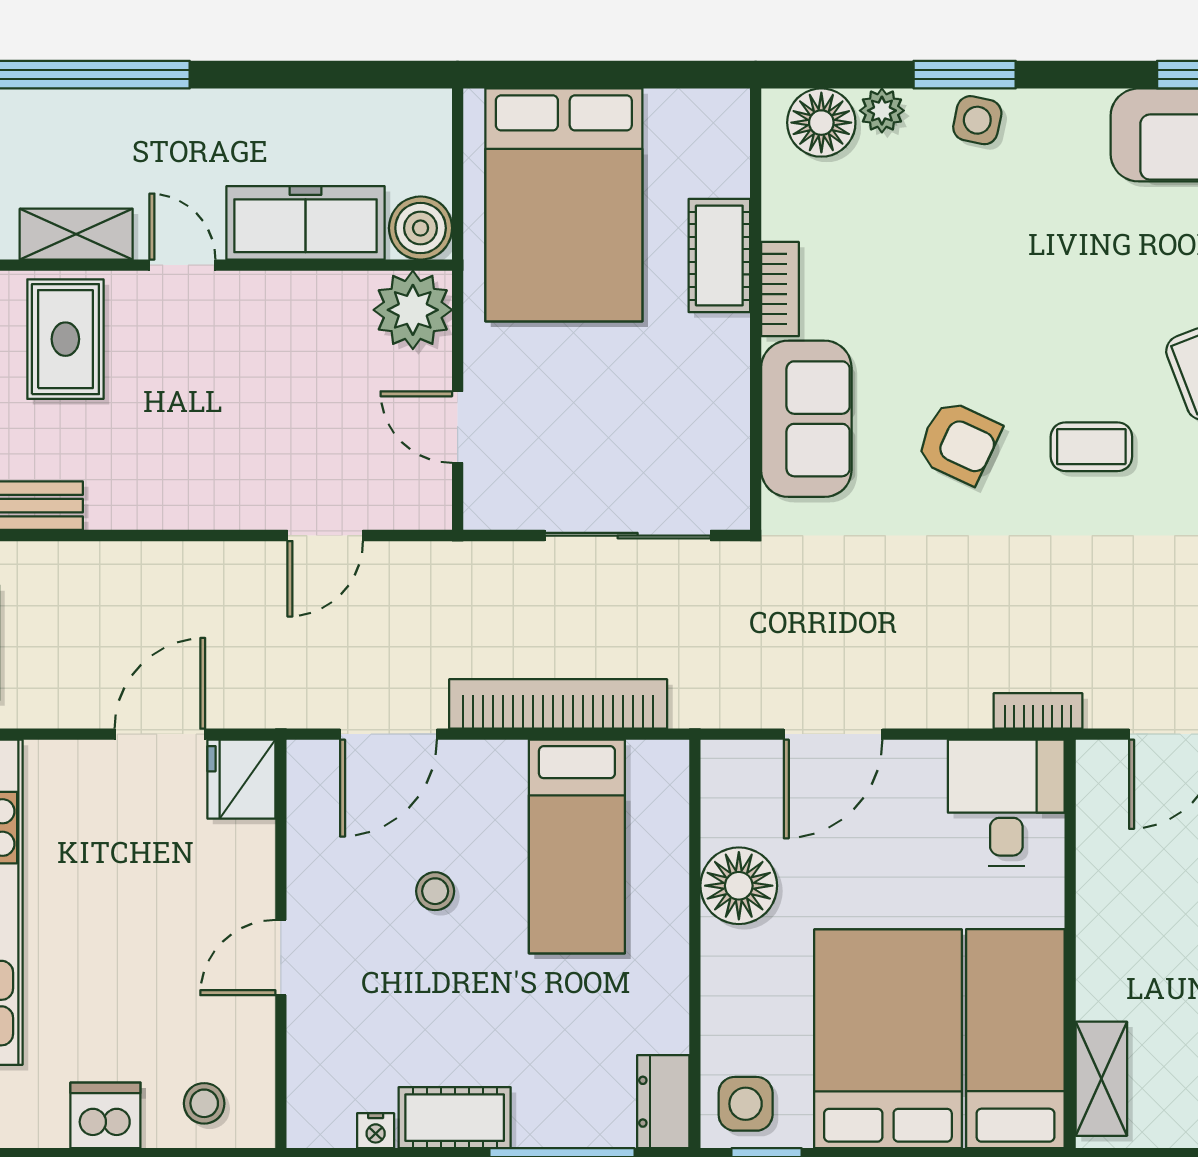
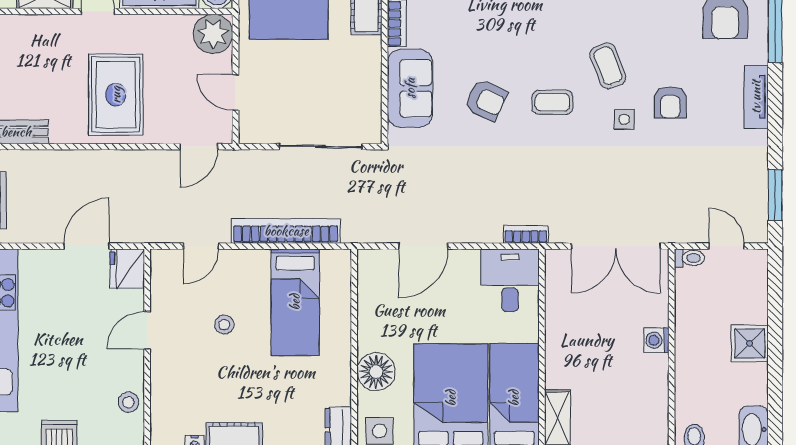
rug: (65, 339) -> (116, 95), moved, width x1.36, depth x1.43
door: (325, 536) -> (199, 147), moved
door: (388, 734) -> (201, 246), width x0.73
floor lamp: (739, 886) -> (376, 372), moved
door: (281, 958) -> (147, 330), moved
stool: (204, 1103) -> (128, 402), moved

